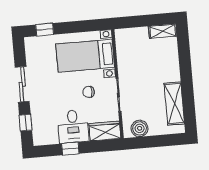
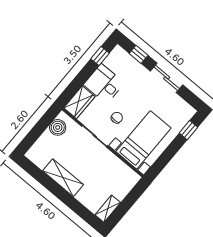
shelving: (174, 104) -> (63, 178), moved
window: (70, 149) -> (100, 56), moved

